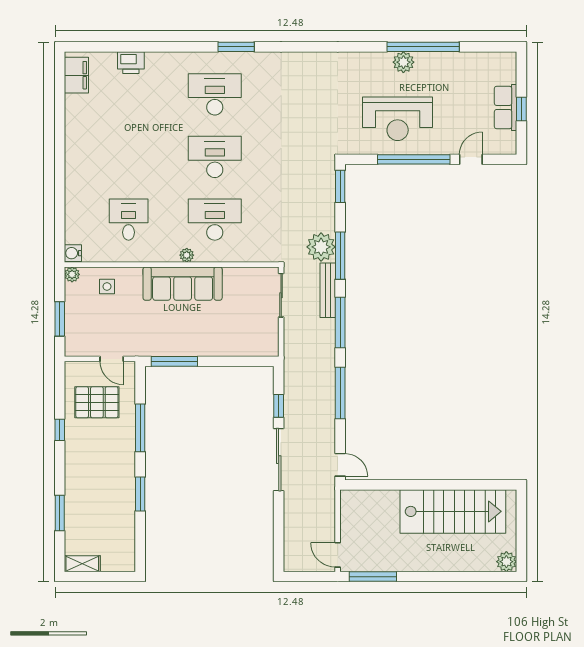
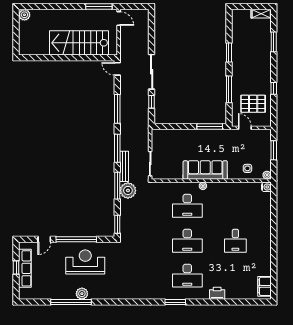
printer: (131, 63) -> (217, 293), moved
row of seats: (506, 107) -> (25, 268), width x1.48
desk: (129, 220) -> (235, 241), moved
stairs: (453, 511) -> (79, 43), moved

